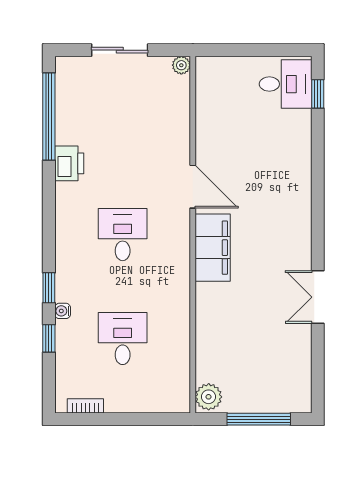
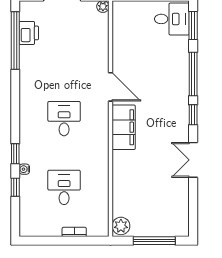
window: (318, 94) -> (193, 26), width x1.50
printer: (69, 163) -> (29, 33), moved
window: (318, 167) -> (193, 74), added
window: (318, 229) -> (193, 115), added
bookcase: (85, 406) -> (74, 232), moved

